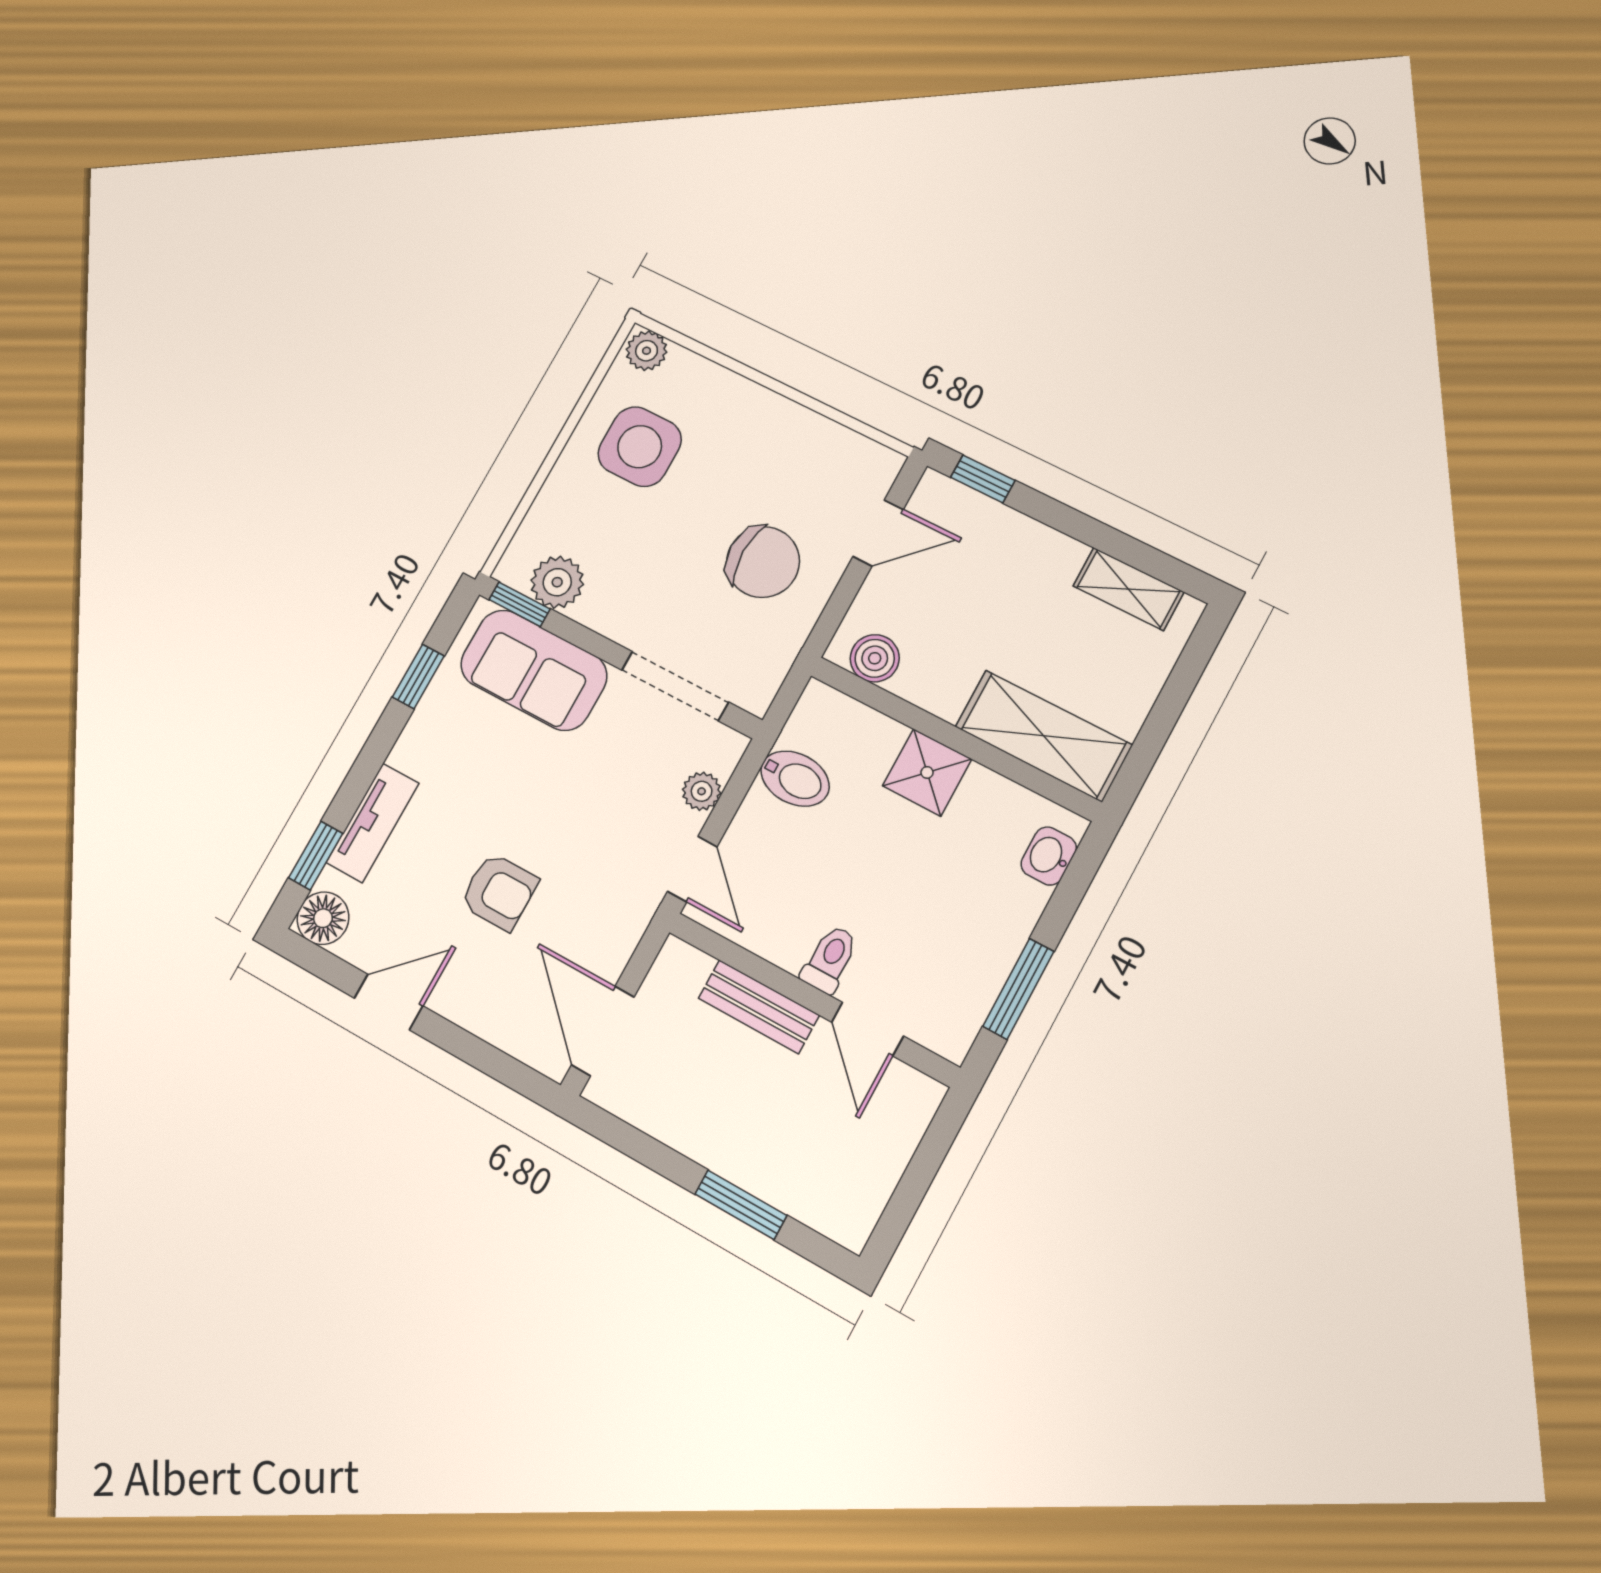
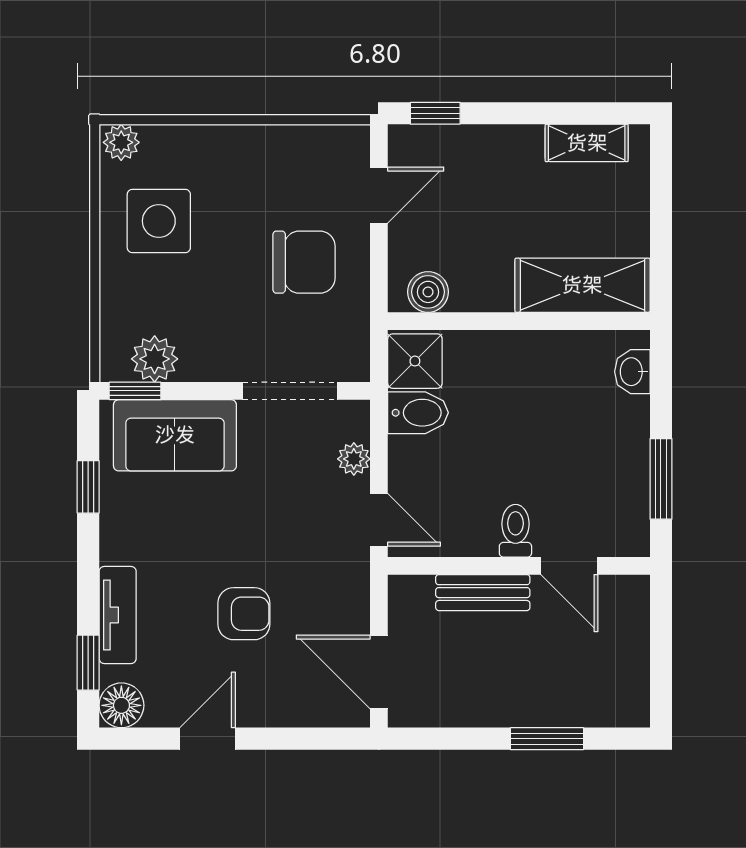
shower: (927, 772) -> (415, 361), moved

